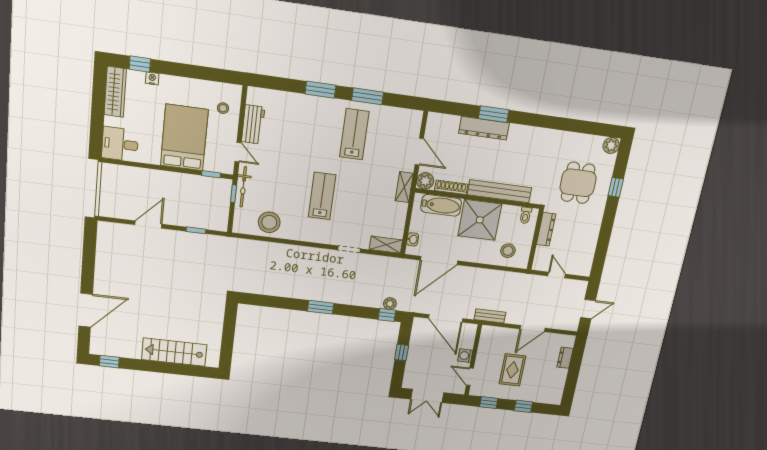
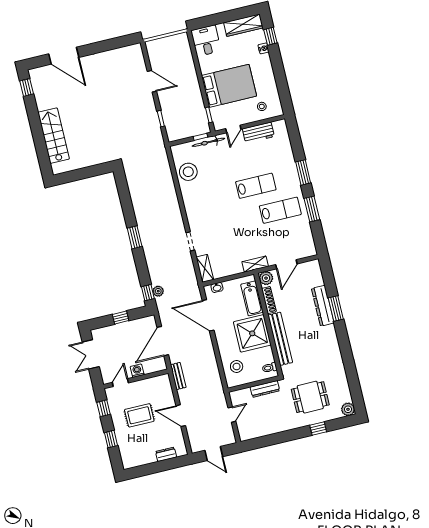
lab bench: (322, 196) -> (256, 186), moved

